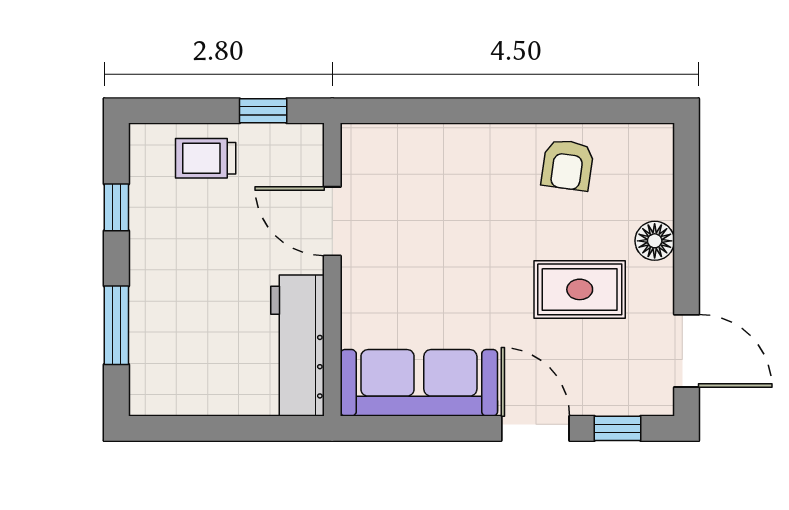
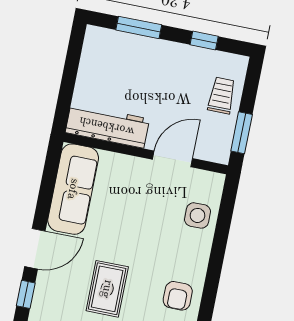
window: (263, 111) -> (242, 133), width x1.50
side table: (422, 158) -> (197, 215), added
armchair: (568, 165) -> (178, 296), turned -98

